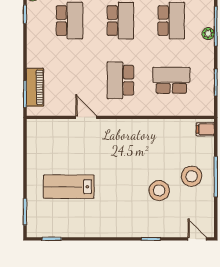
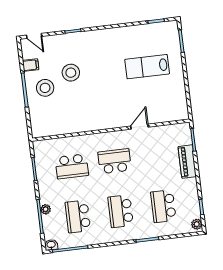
school desk: (120, 80) -> (115, 161), turned -90
piano: (35, 87) -> (187, 162), moved
door: (86, 117) -> (139, 127), swing flipped
filing cabinet: (205, 129) -> (31, 65), moved
lab bench: (69, 187) -> (147, 67), turned 180

